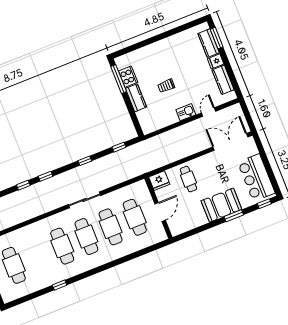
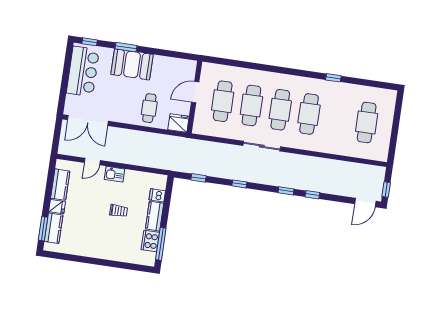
dishwasher: (143, 115) -> (157, 195), added

